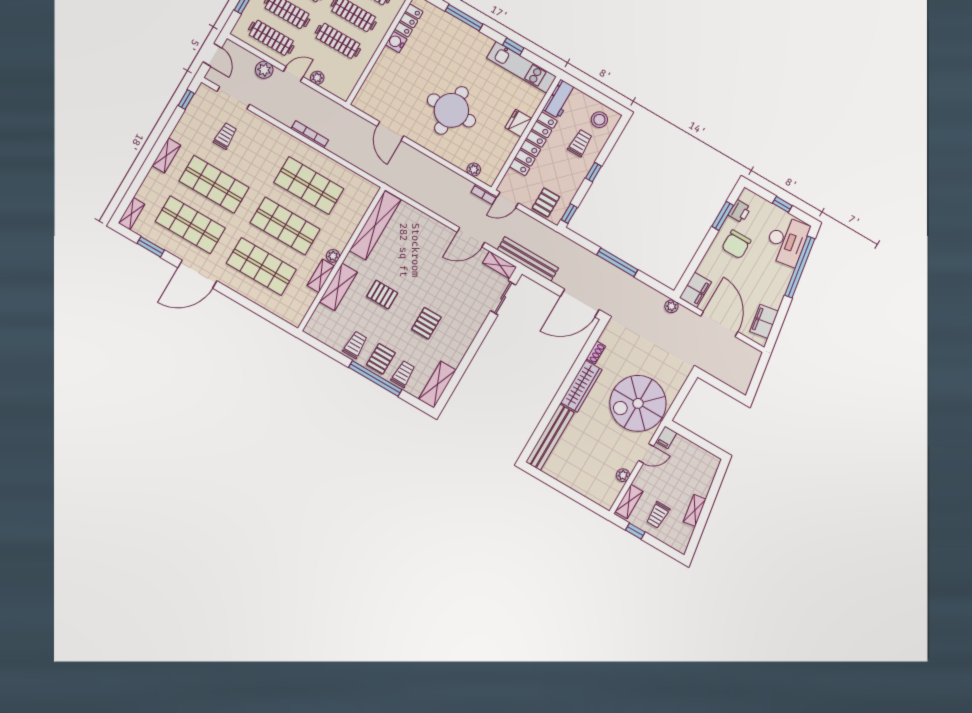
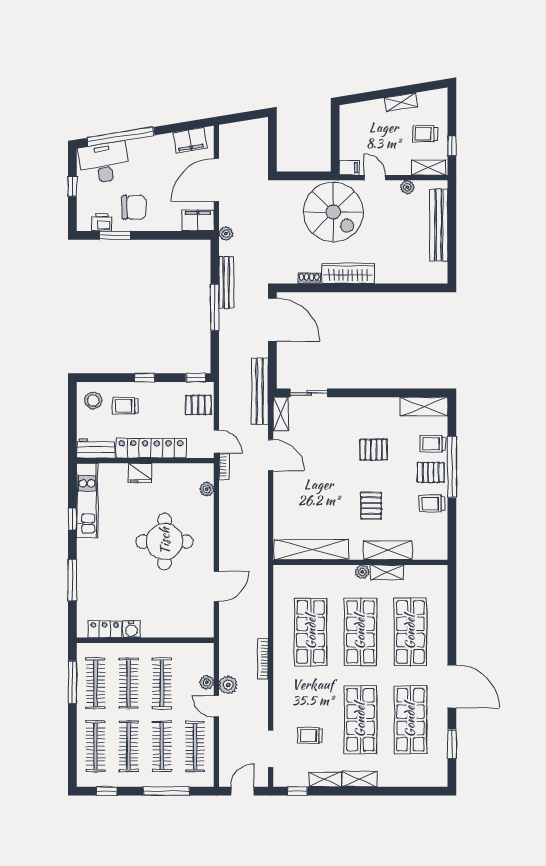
plant: (264, 70) -> (228, 685), moved
shelving: (132, 214) -> (325, 780), moved
bench: (632, 283) -> (226, 282), added
bench: (550, 437) -> (439, 225), moved, turned 90
trolley: (658, 515) -> (425, 134), turned 180

